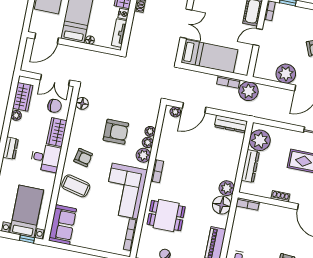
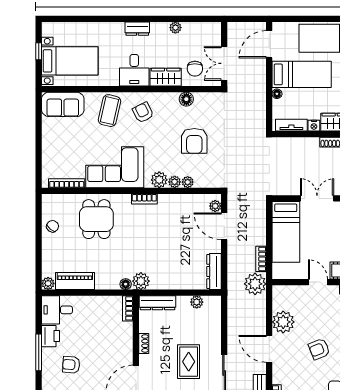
double door: (186, 24) -> (317, 198), swing flipped
door: (46, 38) -> (269, 44), hinge flipped
wardrobe: (23, 97) -> (198, 31), removed
floor lamp: (82, 103) -> (186, 99), moved
armchair: (116, 132) -> (194, 141), moved
plant: (260, 140) -> (197, 302), width x0.53, depth x0.53
armchair: (83, 158) -> (143, 112), turned 141
dresser: (250, 166) -> (157, 303), moved
floor lamp: (222, 205) -> (126, 284), width x0.53, depth x0.53
window: (27, 239) -> (39, 51), moved

